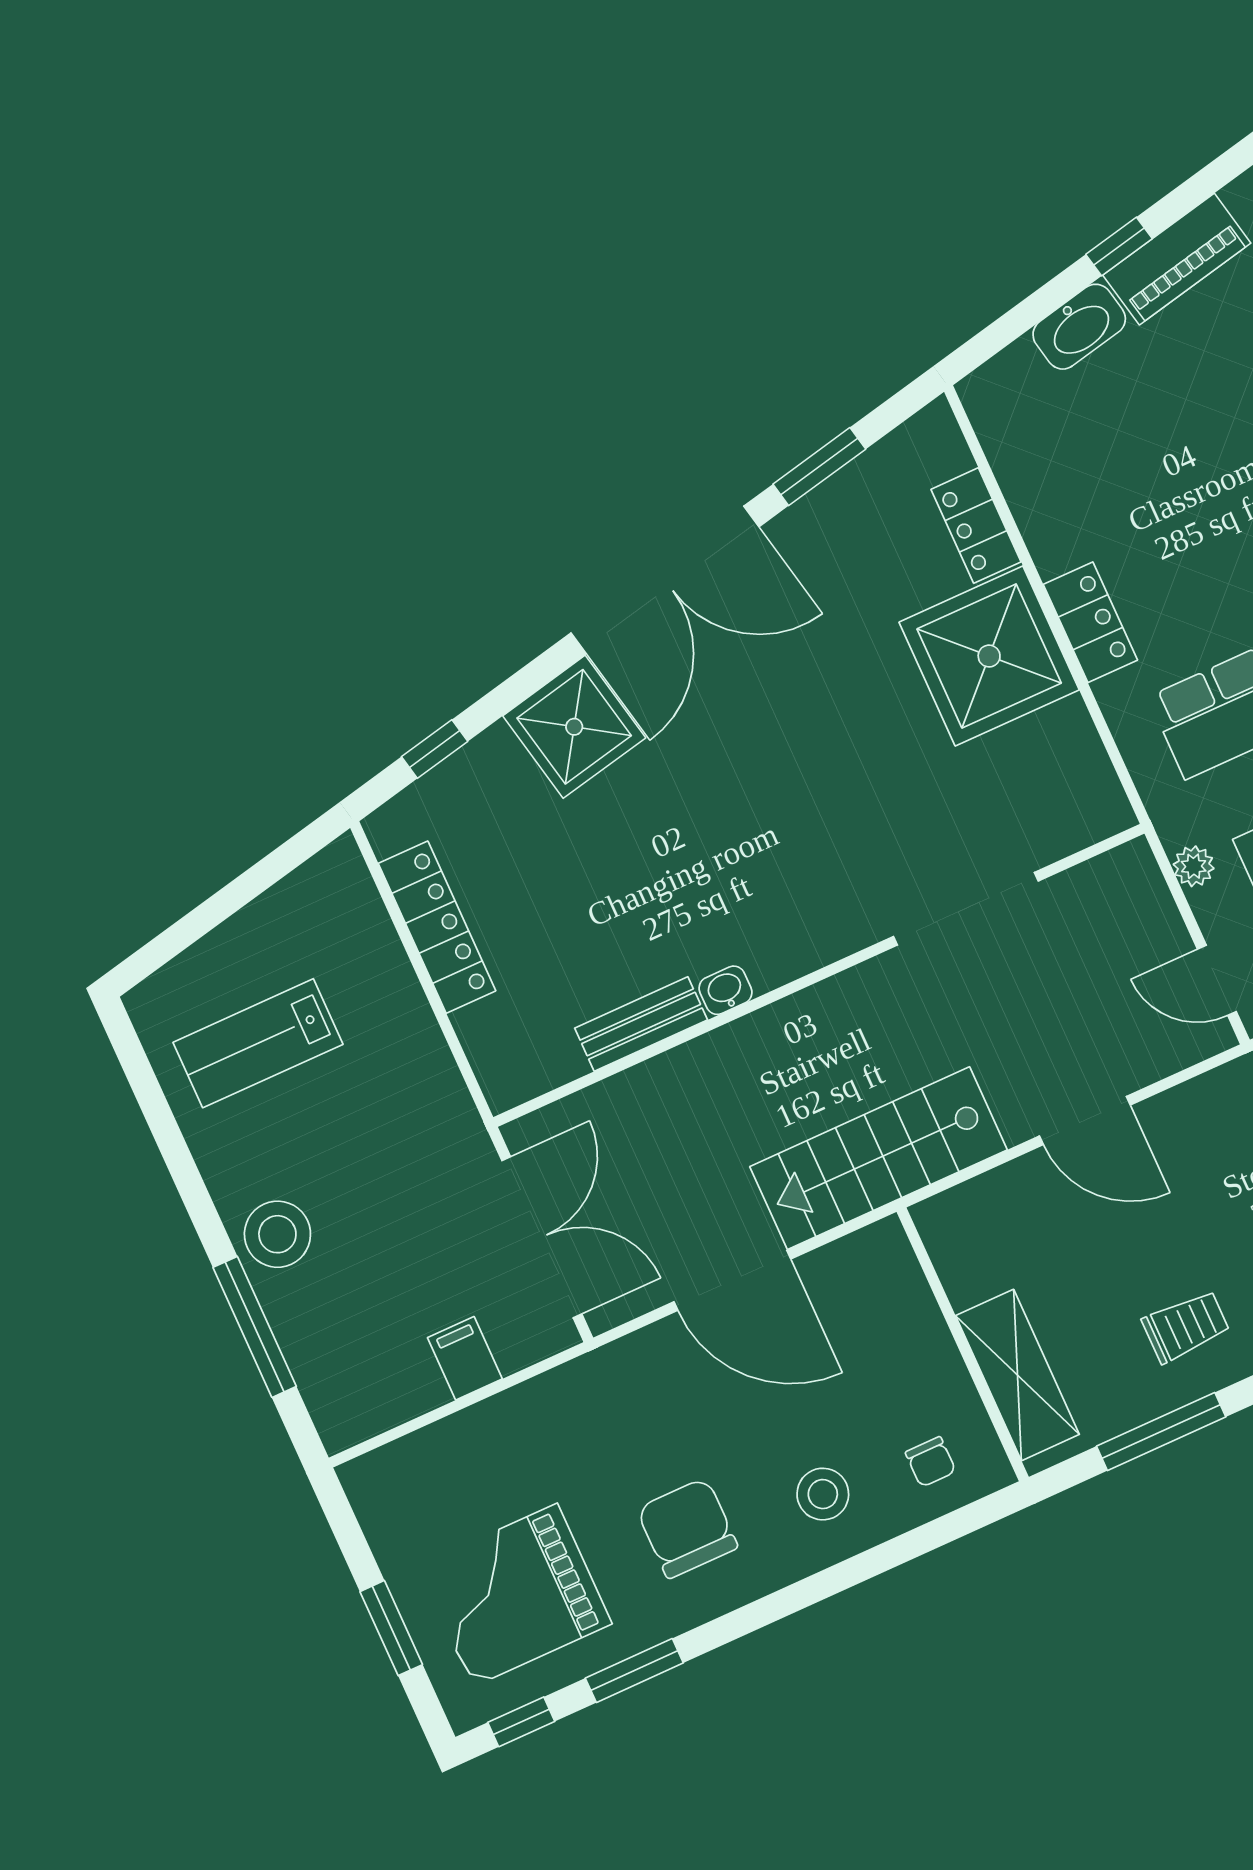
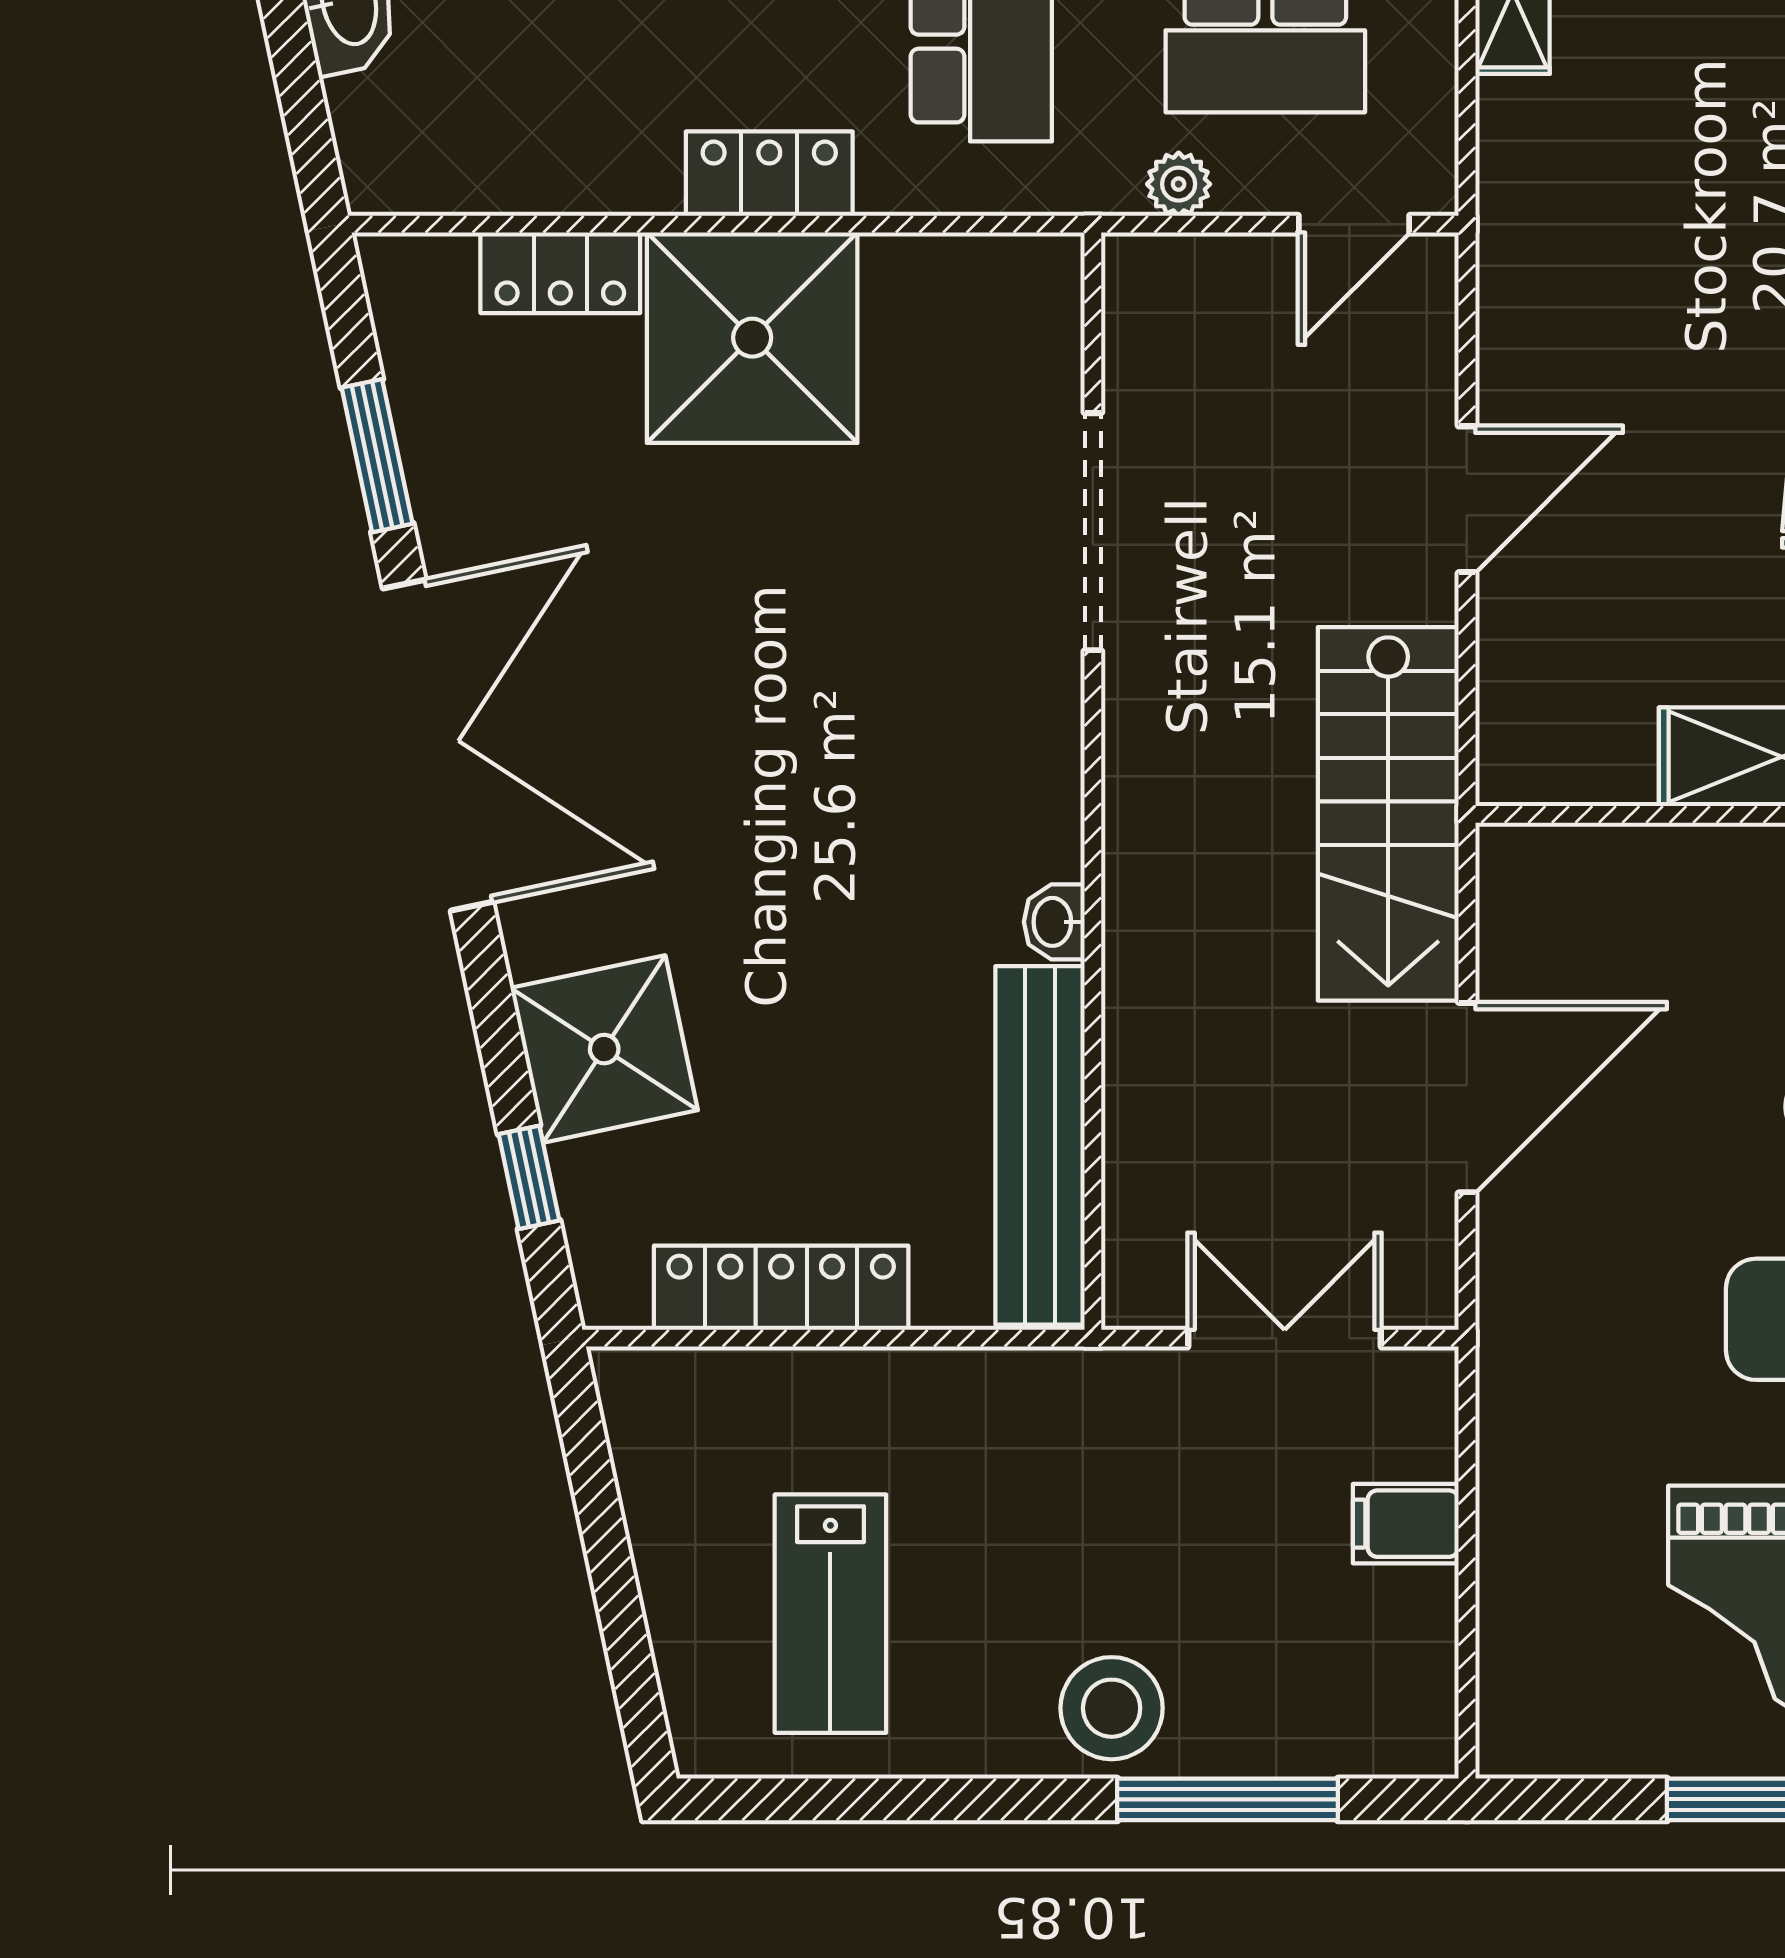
shower: (574, 727) -> (604, 1049), moved
bench: (641, 1024) -> (1040, 1145), width x1.86, depth x1.21
double door: (542, 1237) -> (1285, 1338), width x0.73

